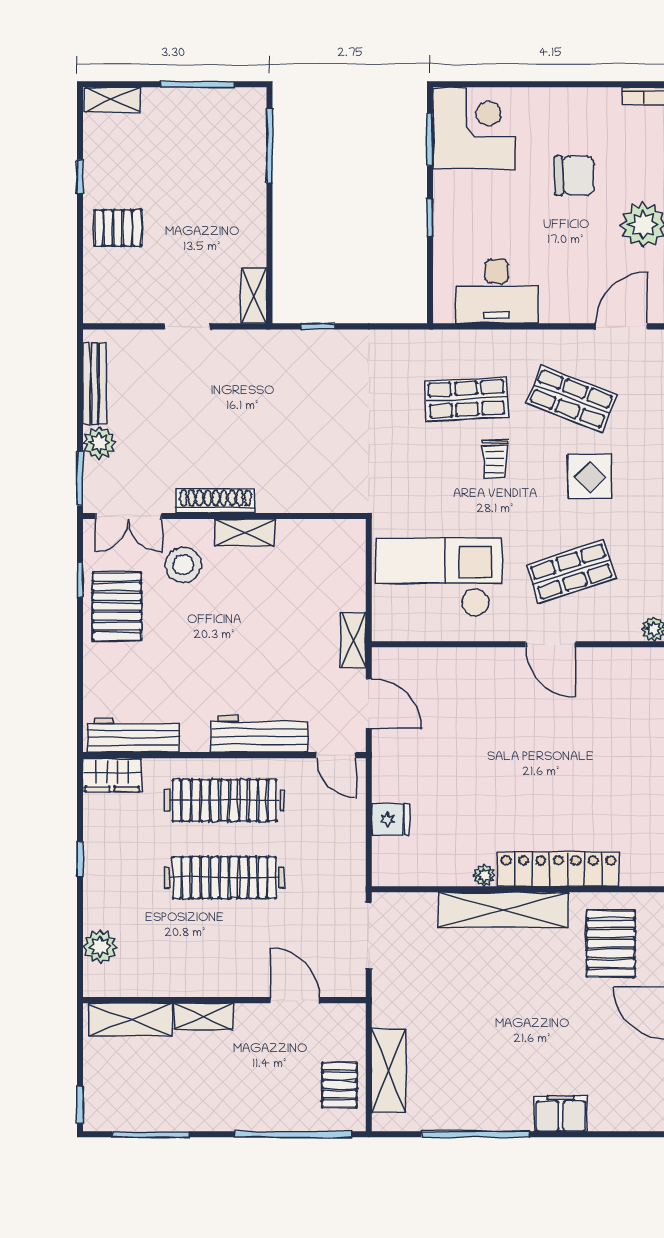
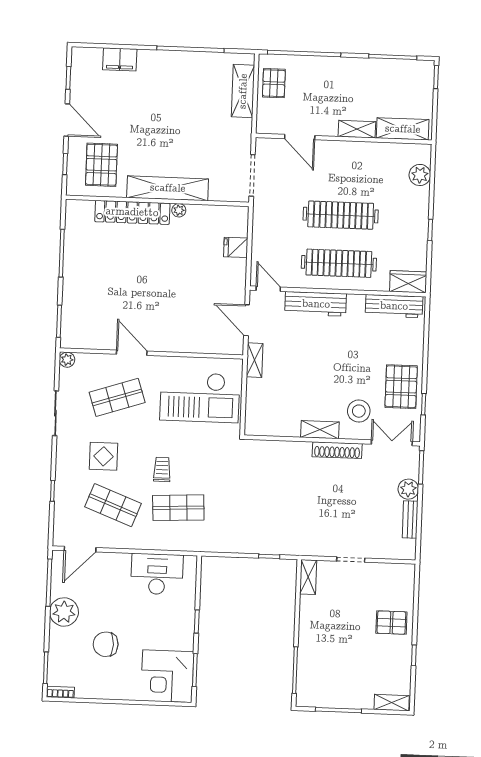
bench: (94, 383) -> (410, 520), width x0.73
filing cabinet: (561, 1114) -> (120, 59), moved

